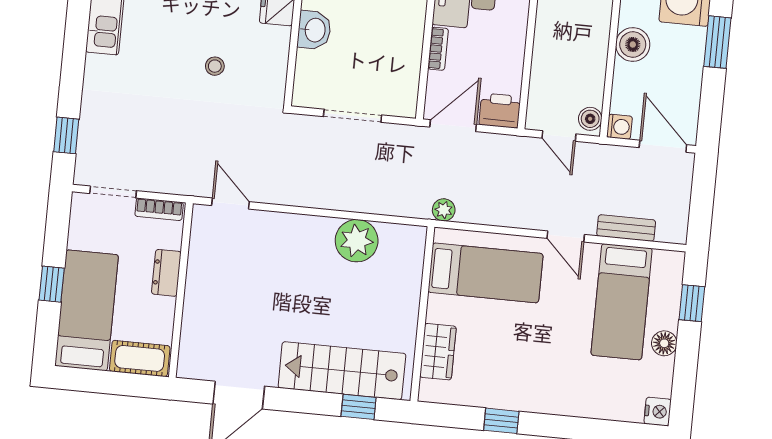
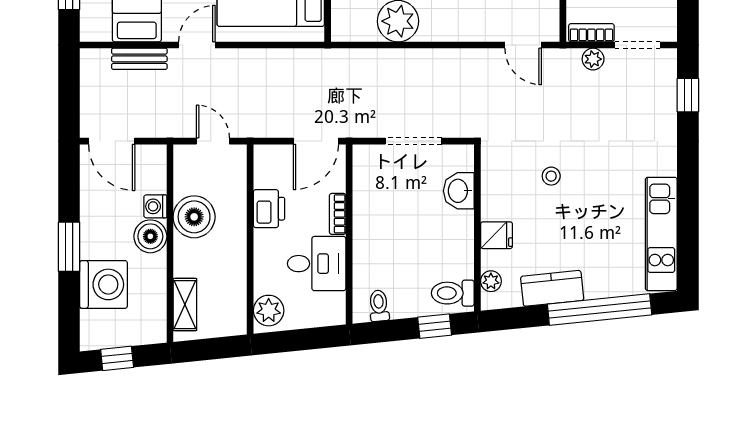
washbasin: (314, 30) -> (459, 191), moved
printer: (500, 111) -> (269, 209), moved, turned -90
boiler: (590, 119) -> (194, 217), moved, width x1.86, depth x1.86
washing machine: (620, 127) -> (155, 206), moved
plant: (444, 210) -> (593, 59), moved
door: (566, 236) -> (197, 45), hinge flipped

